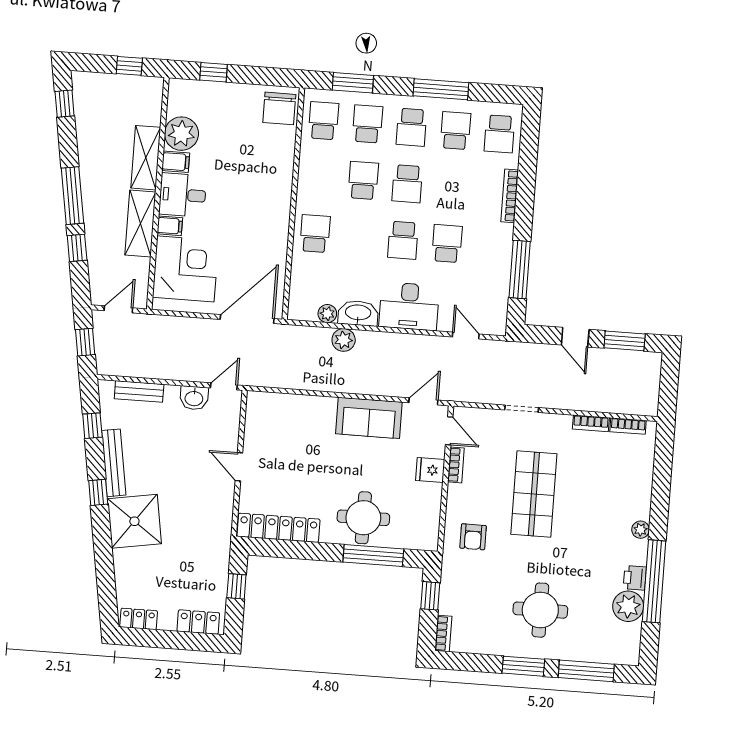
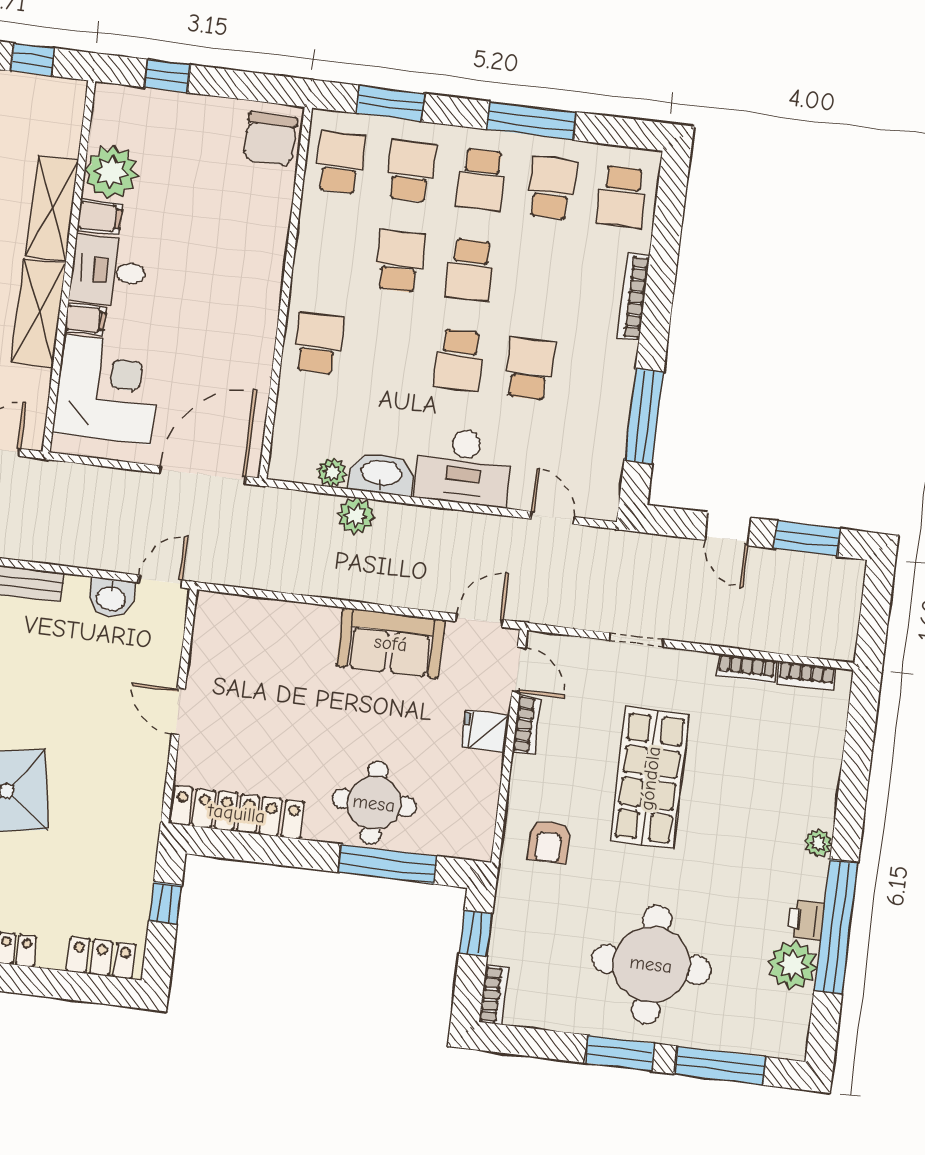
round table: (540, 610) -> (651, 964), width x1.36, depth x1.36

